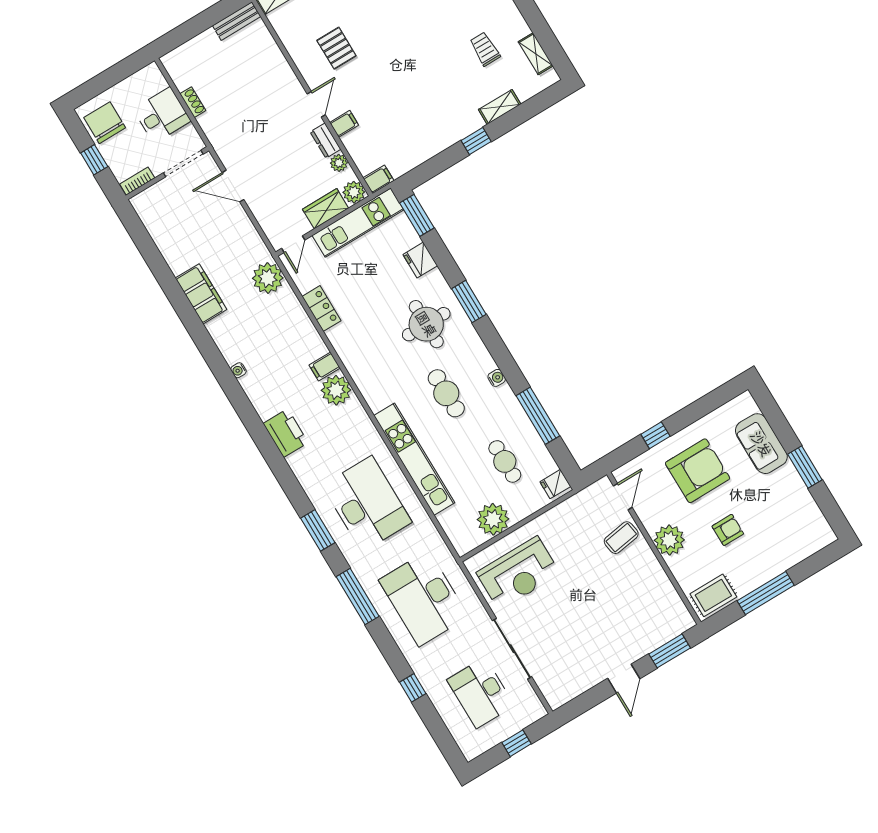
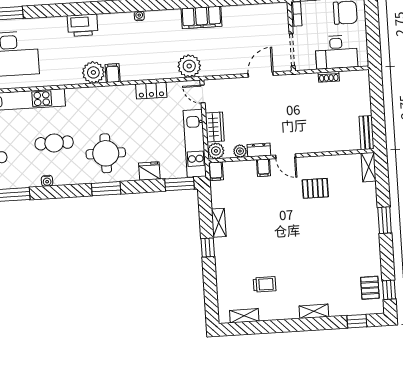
shelving: (500, 107) -> (219, 223), moved
desk: (162, 115) -> (336, 52), width x1.37

